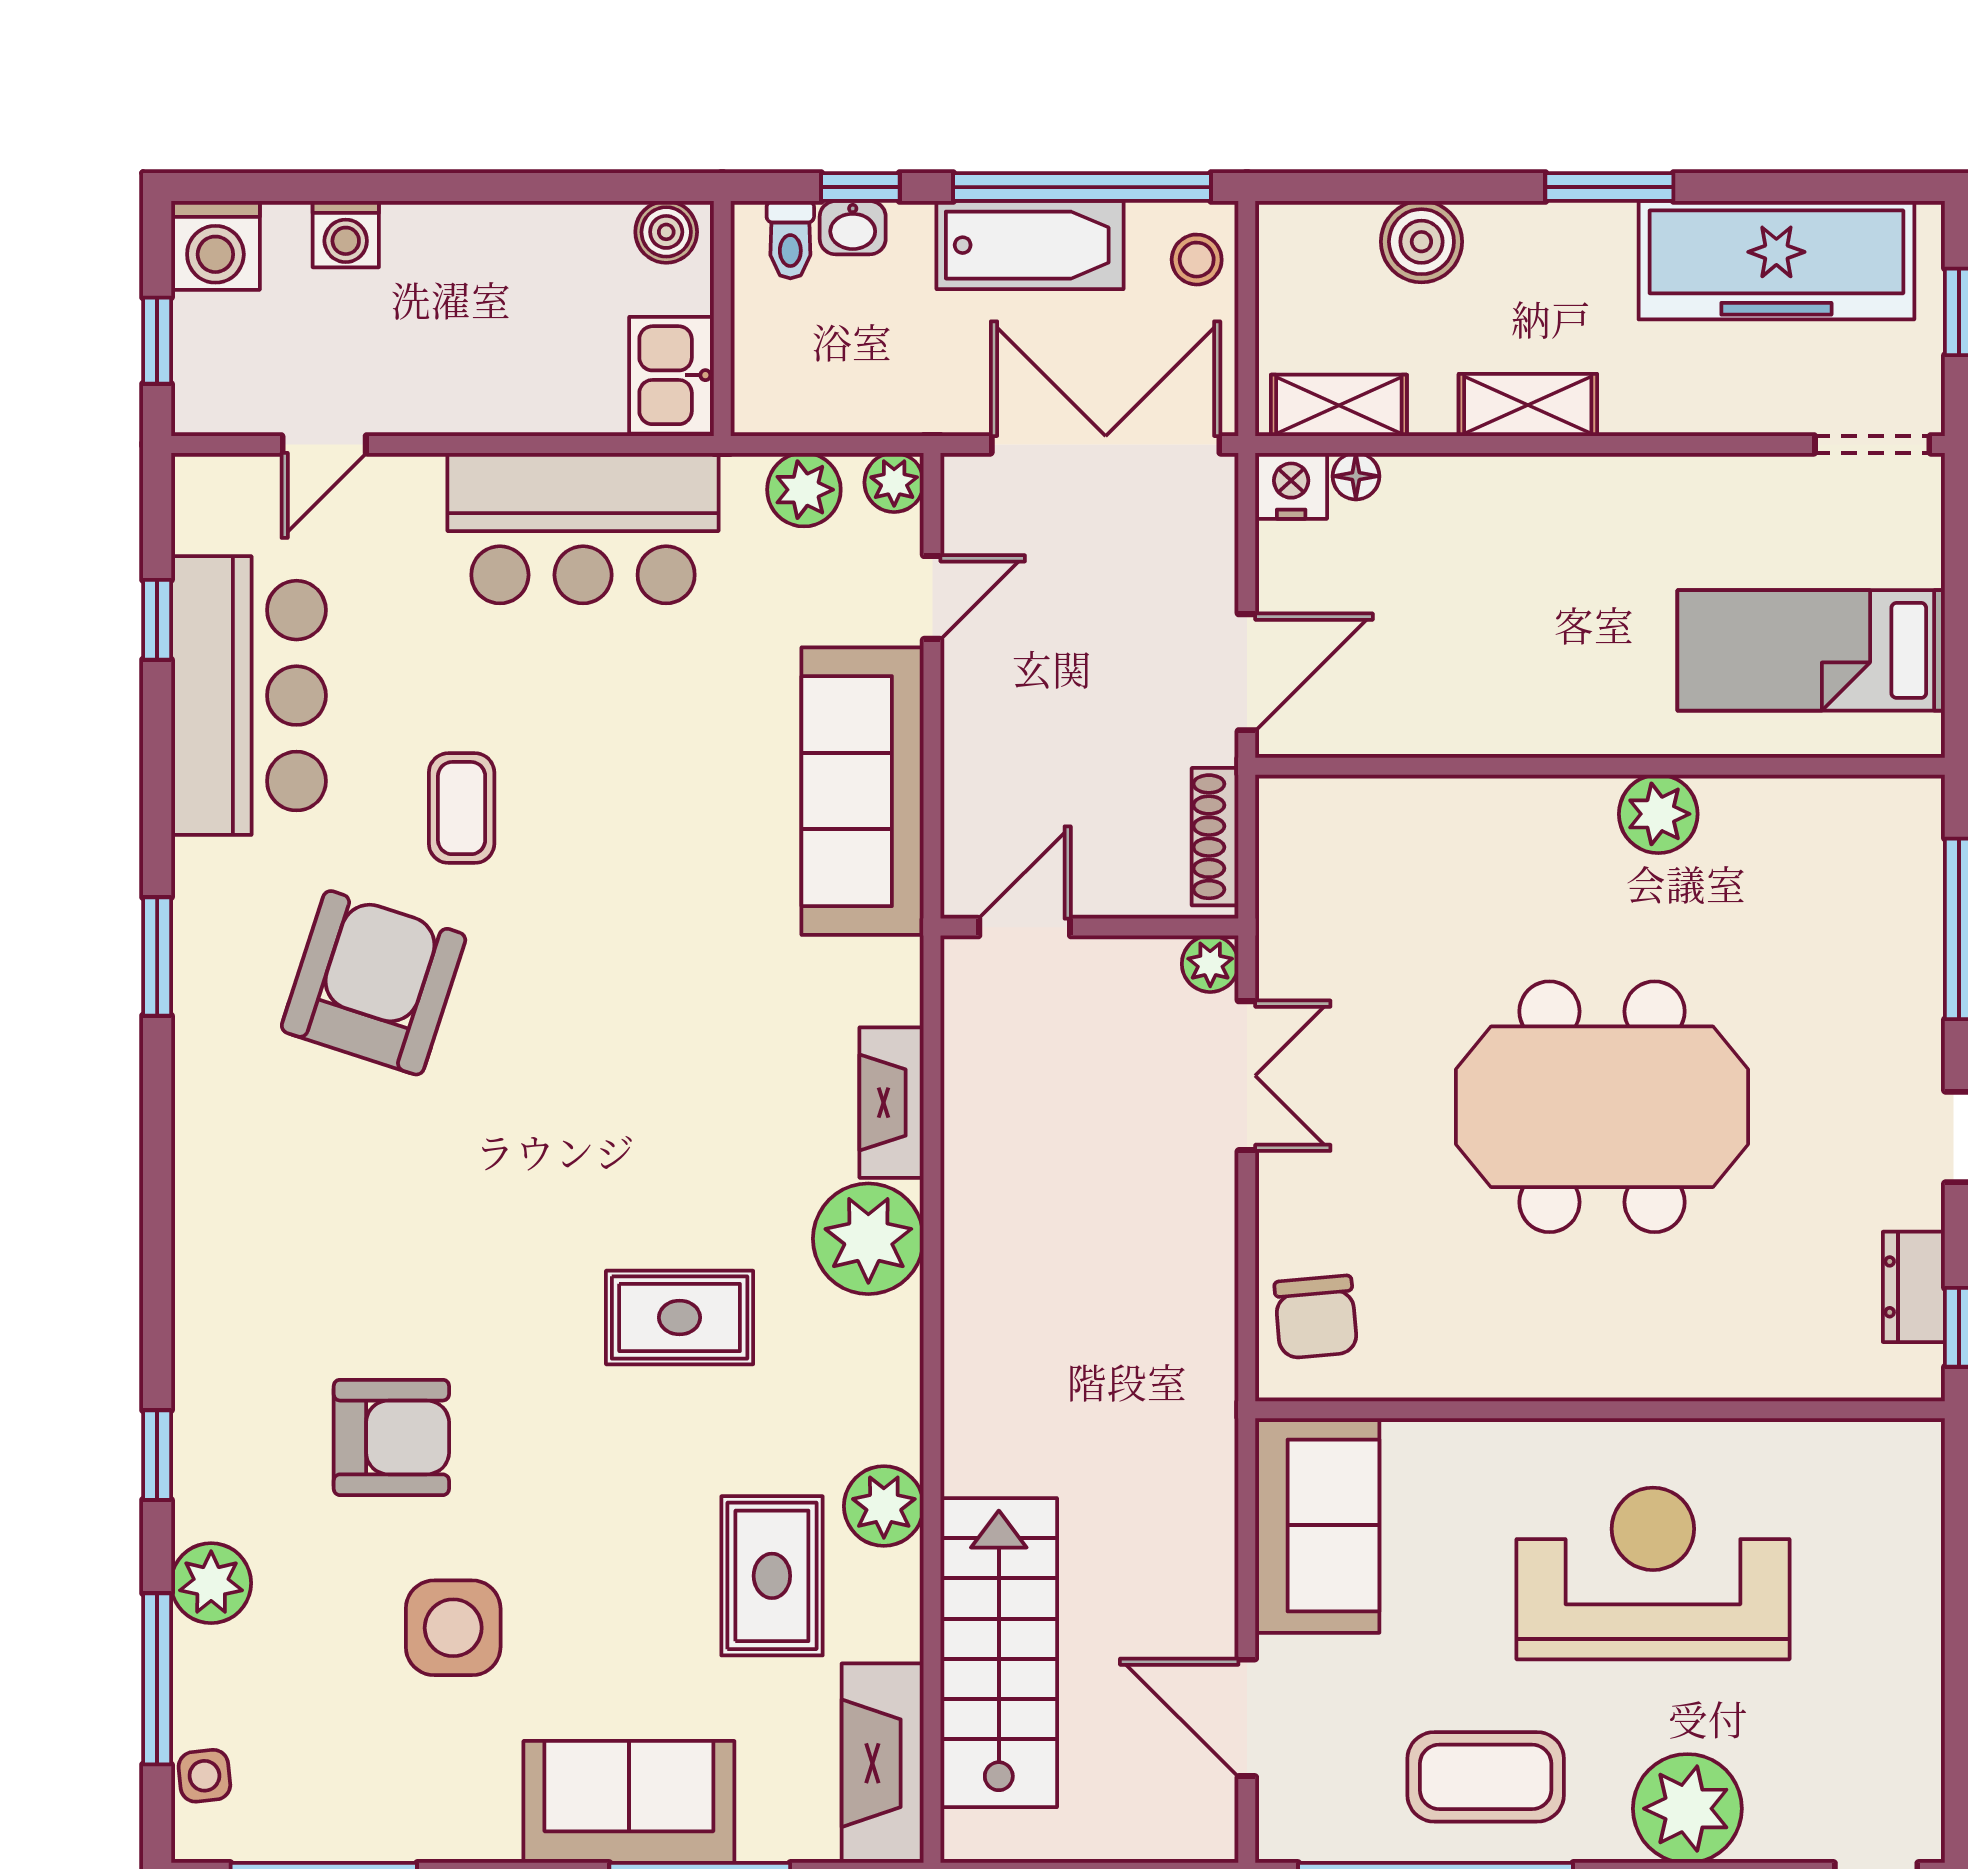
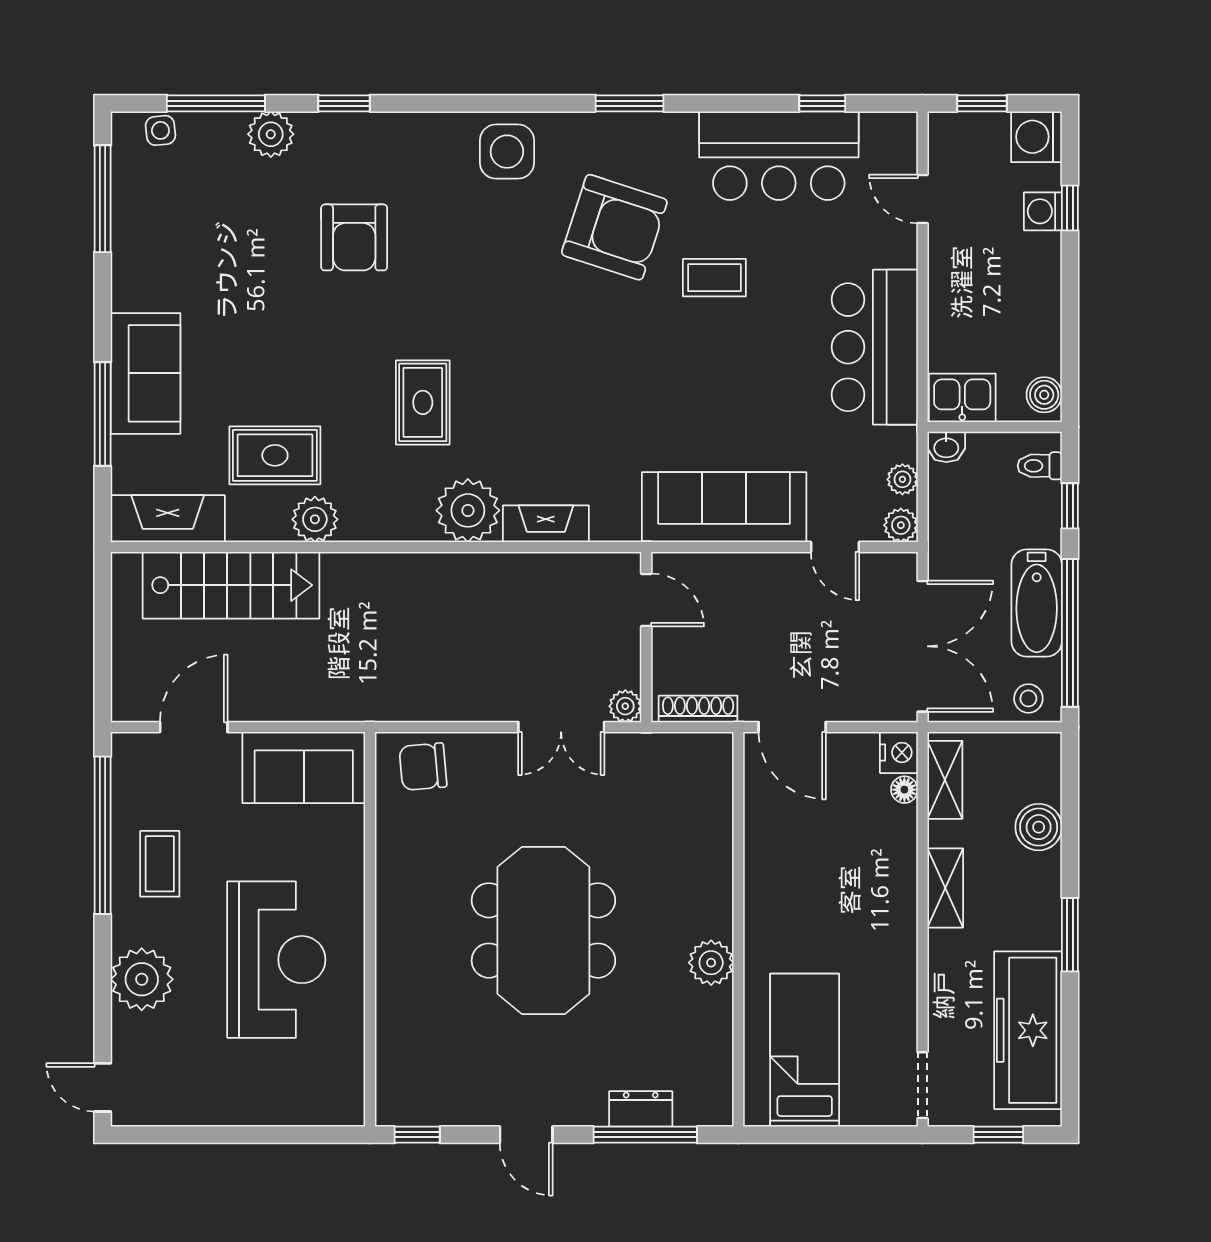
window: (340, 187) -> (1070, 208), added
washbasin: (853, 228) -> (946, 447), moved, turned -90
plant: (804, 490) -> (902, 479), width x0.73, depth x0.73
dresser: (1914, 1287) -> (641, 1109), moved
side table: (453, 1628) -> (507, 152), moved
coffee table: (1486, 1777) -> (160, 864), width x0.73, depth x0.77

